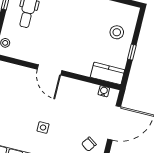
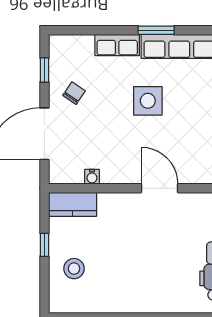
water cooler: (104, 91) -> (92, 177), moved
side table: (43, 128) -> (148, 101), width x1.87, depth x1.87

